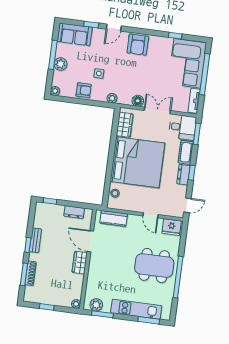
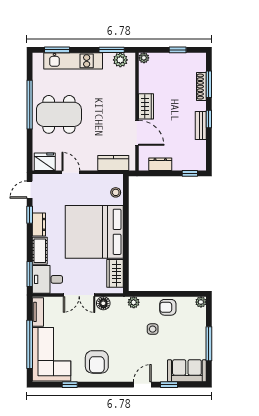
armchair: (138, 45) -> (97, 362), moved, turned 180
plant: (60, 64) -> (199, 334), removed
window: (192, 173) -> (30, 215), moved

